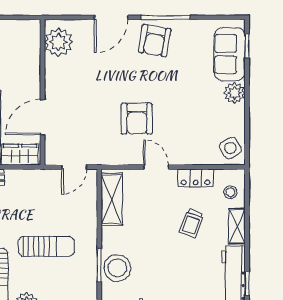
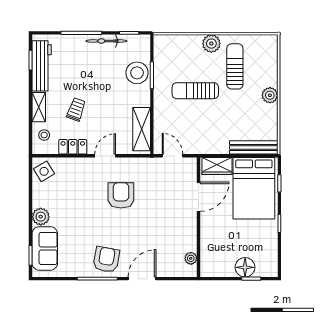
plant: (58, 42) -> (191, 258), width x0.53, depth x0.53
door: (74, 167) -> (172, 156), hinge flipped
door: (156, 167) -> (105, 156), swing flipped

